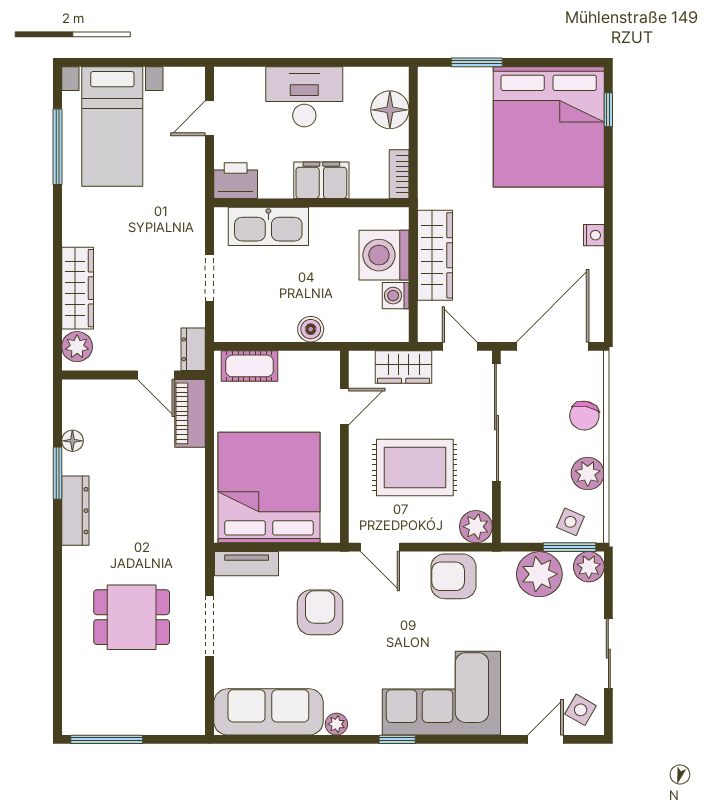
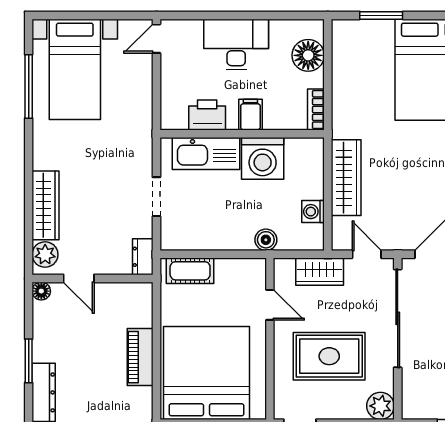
door: (210, 118) -> (156, 39), moved
filing cabinet: (321, 180) -> (250, 115), width x0.50
printer: (236, 181) -> (207, 115), moved
washing machine: (384, 255) -> (263, 158), moved, turned -90
boiler: (311, 329) -> (266, 240), moved
door: (156, 375) -> (79, 278), moved
door: (344, 407) -> (270, 305), hinge flipped
piano: (190, 413) -> (140, 357), moved
floor lamp: (72, 441) -> (41, 291), moved

